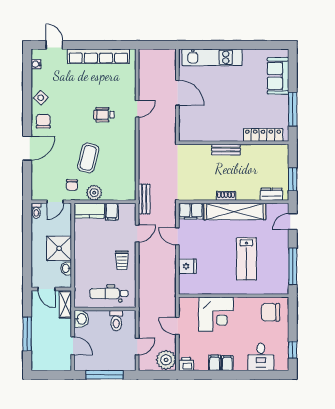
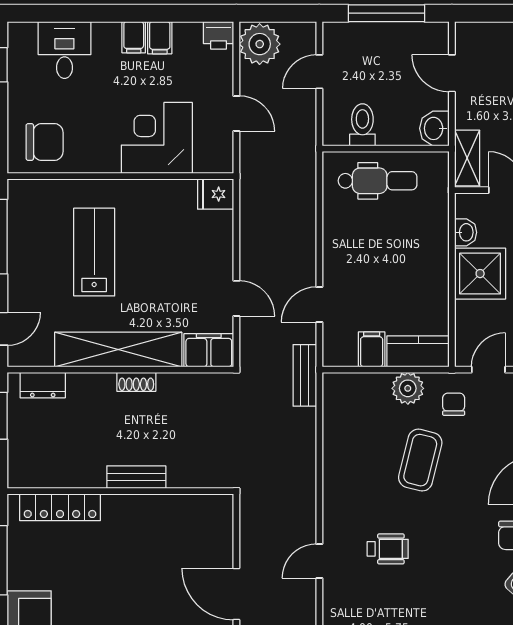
trolley: (122, 260) -> (351, 249), removed
fridge: (187, 266) -> (216, 194), moved

